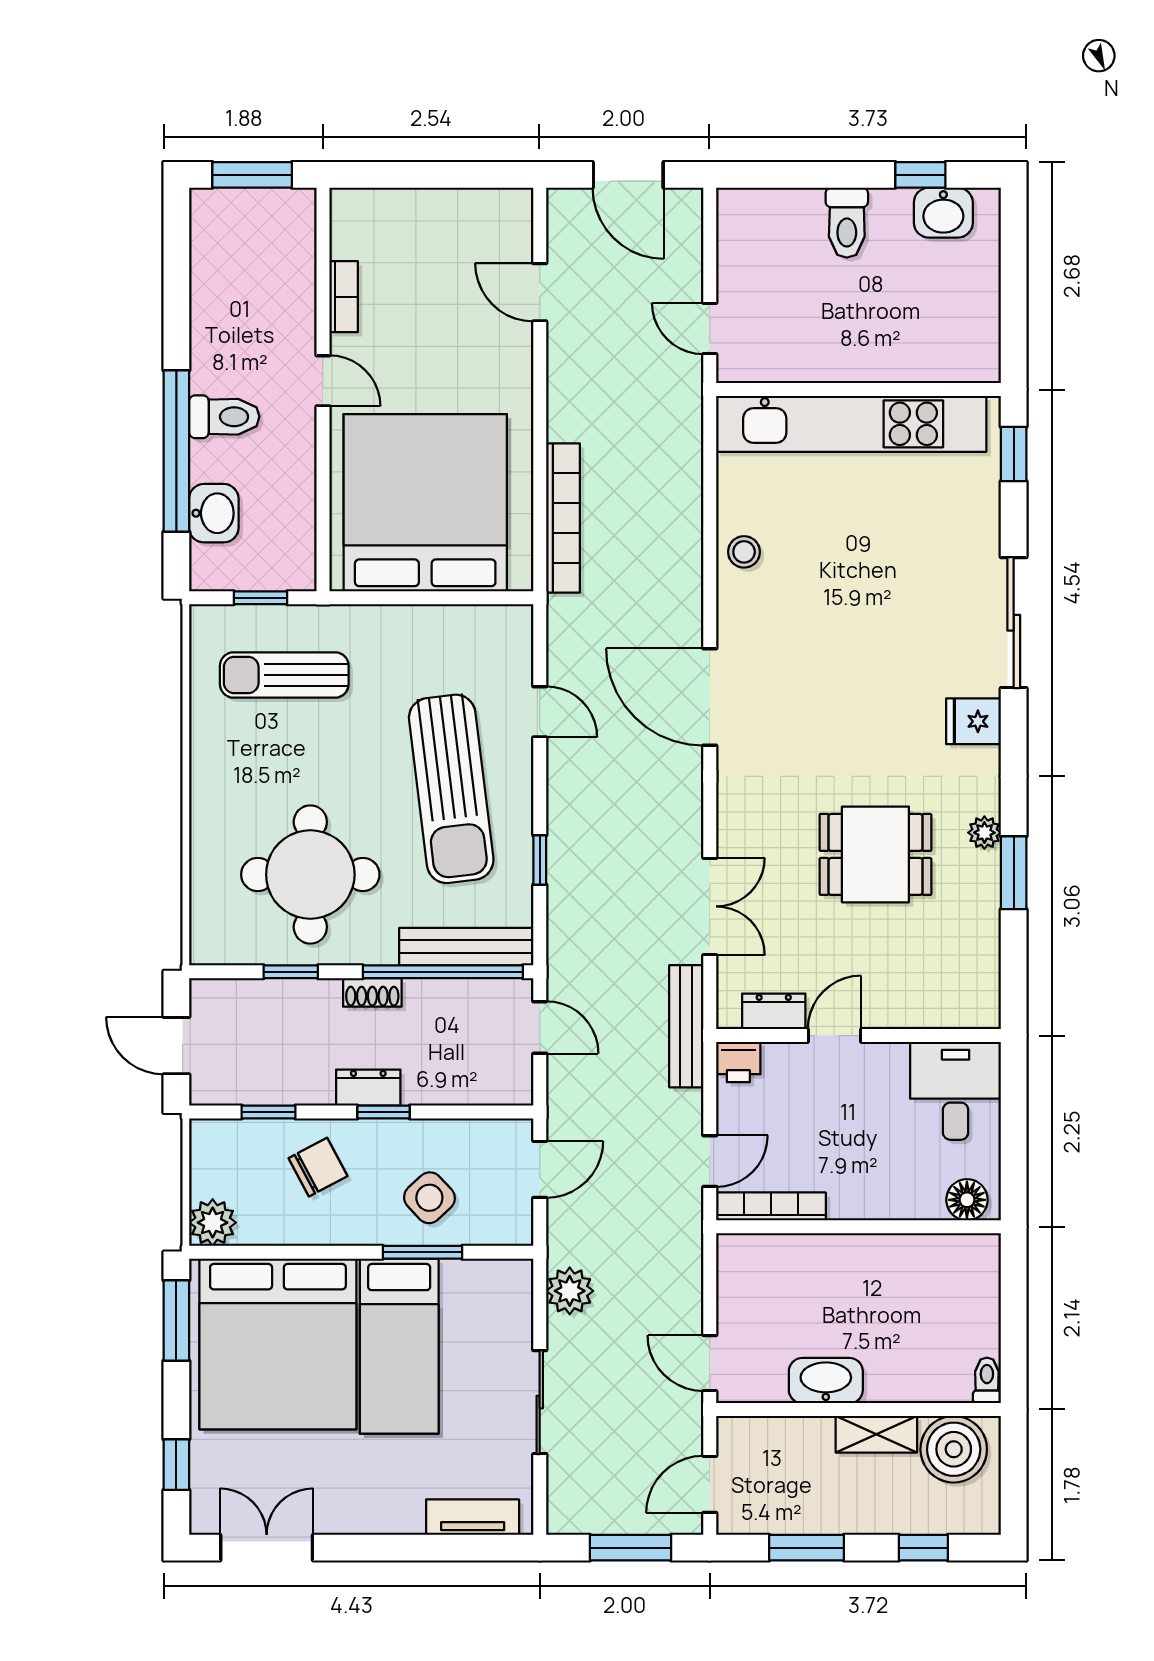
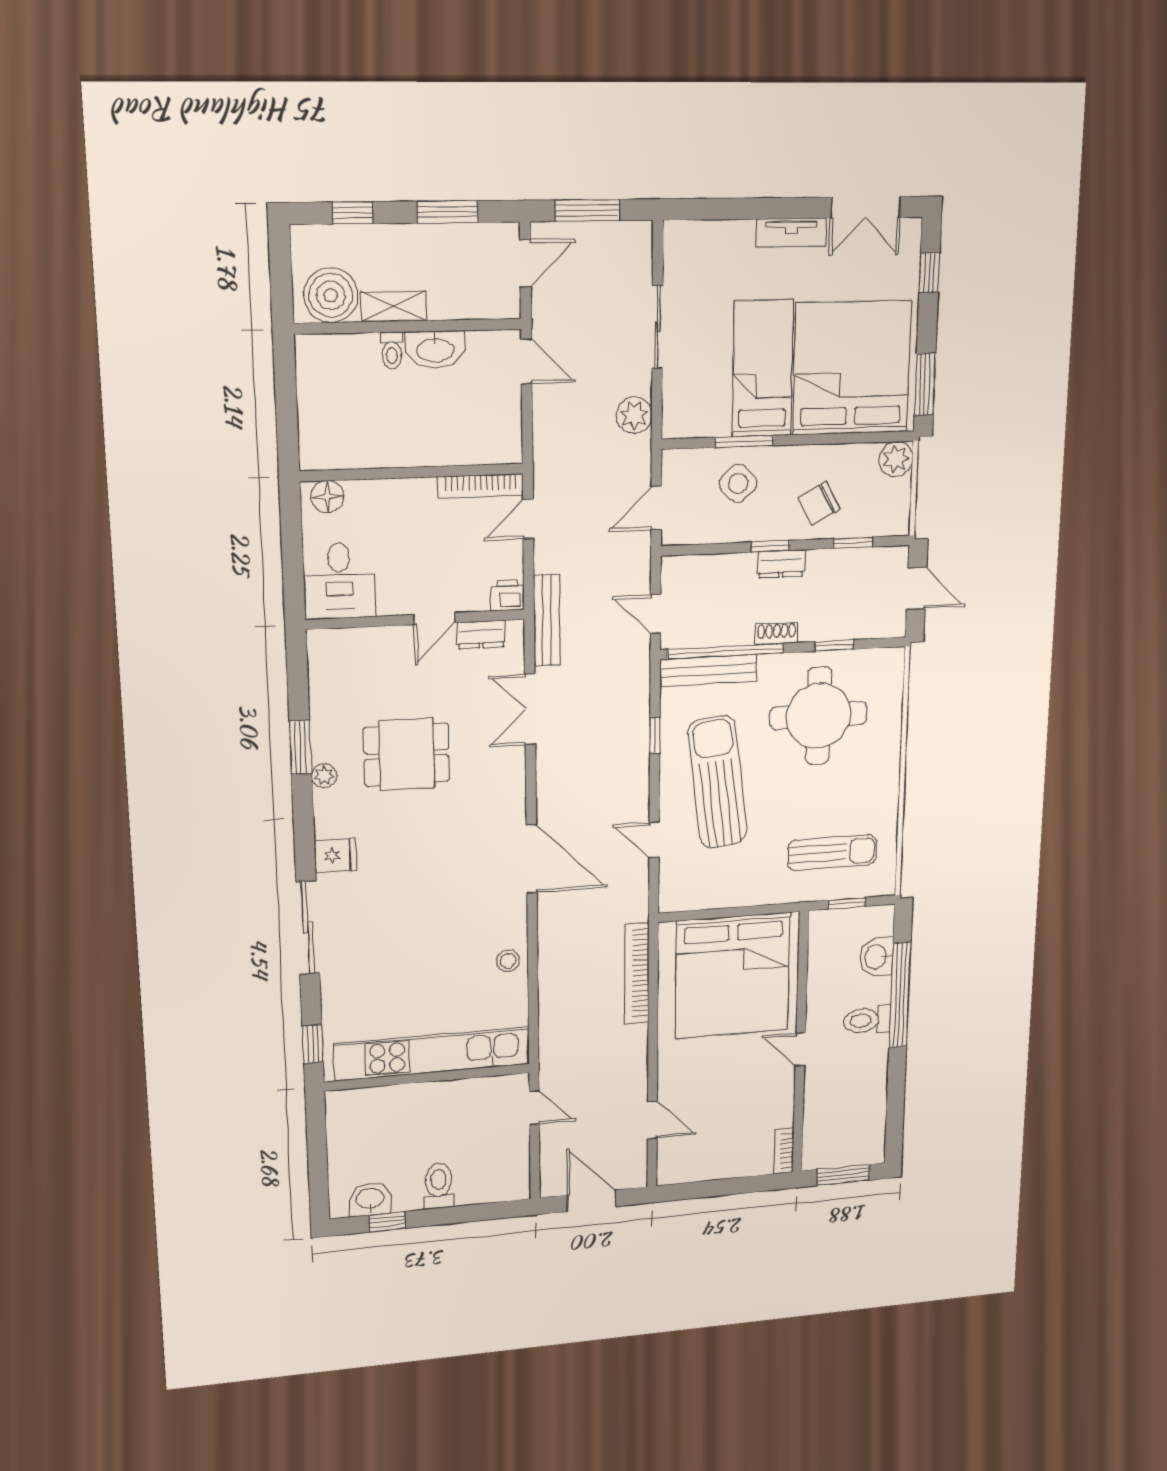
bookcase: (344, 297) -> (784, 1151), moved
toilet: (987, 1380) -> (392, 350), moved
tv unit: (473, 1517) -> (791, 233), moved

